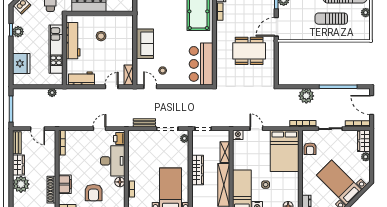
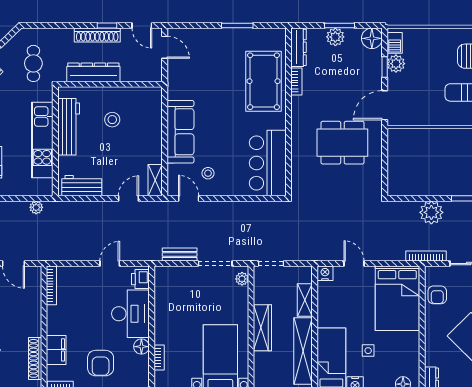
sofa: (145, 44) -> (180, 132), width x1.36

